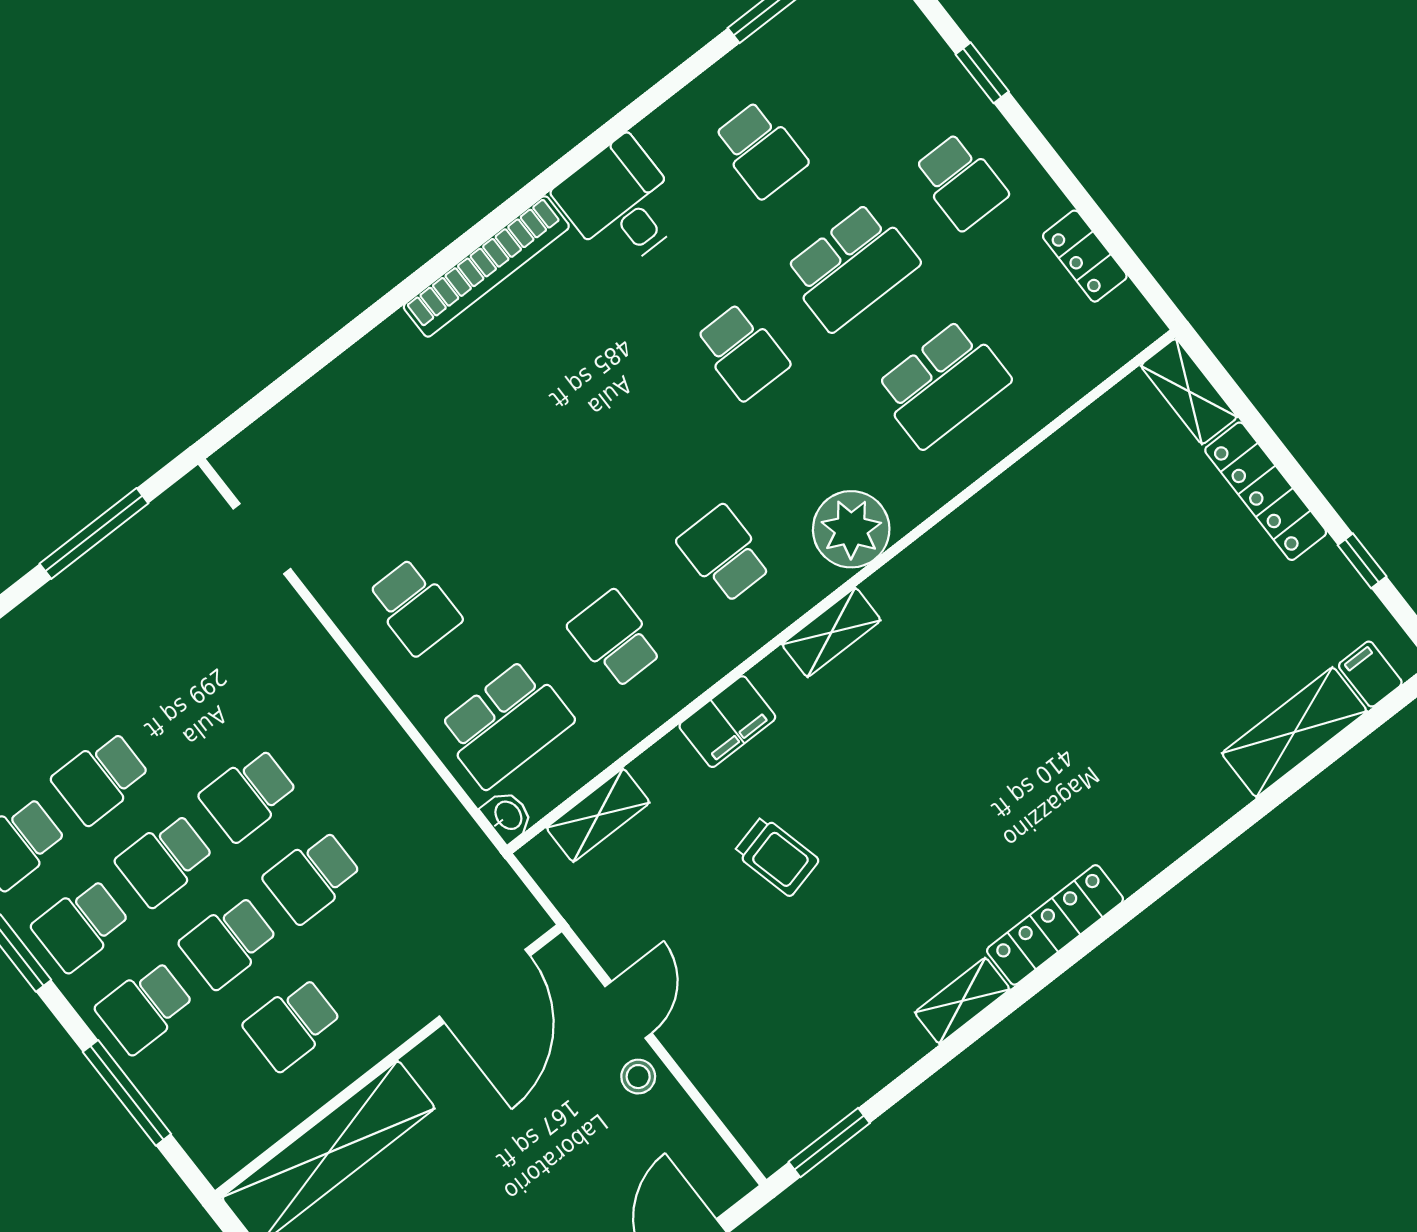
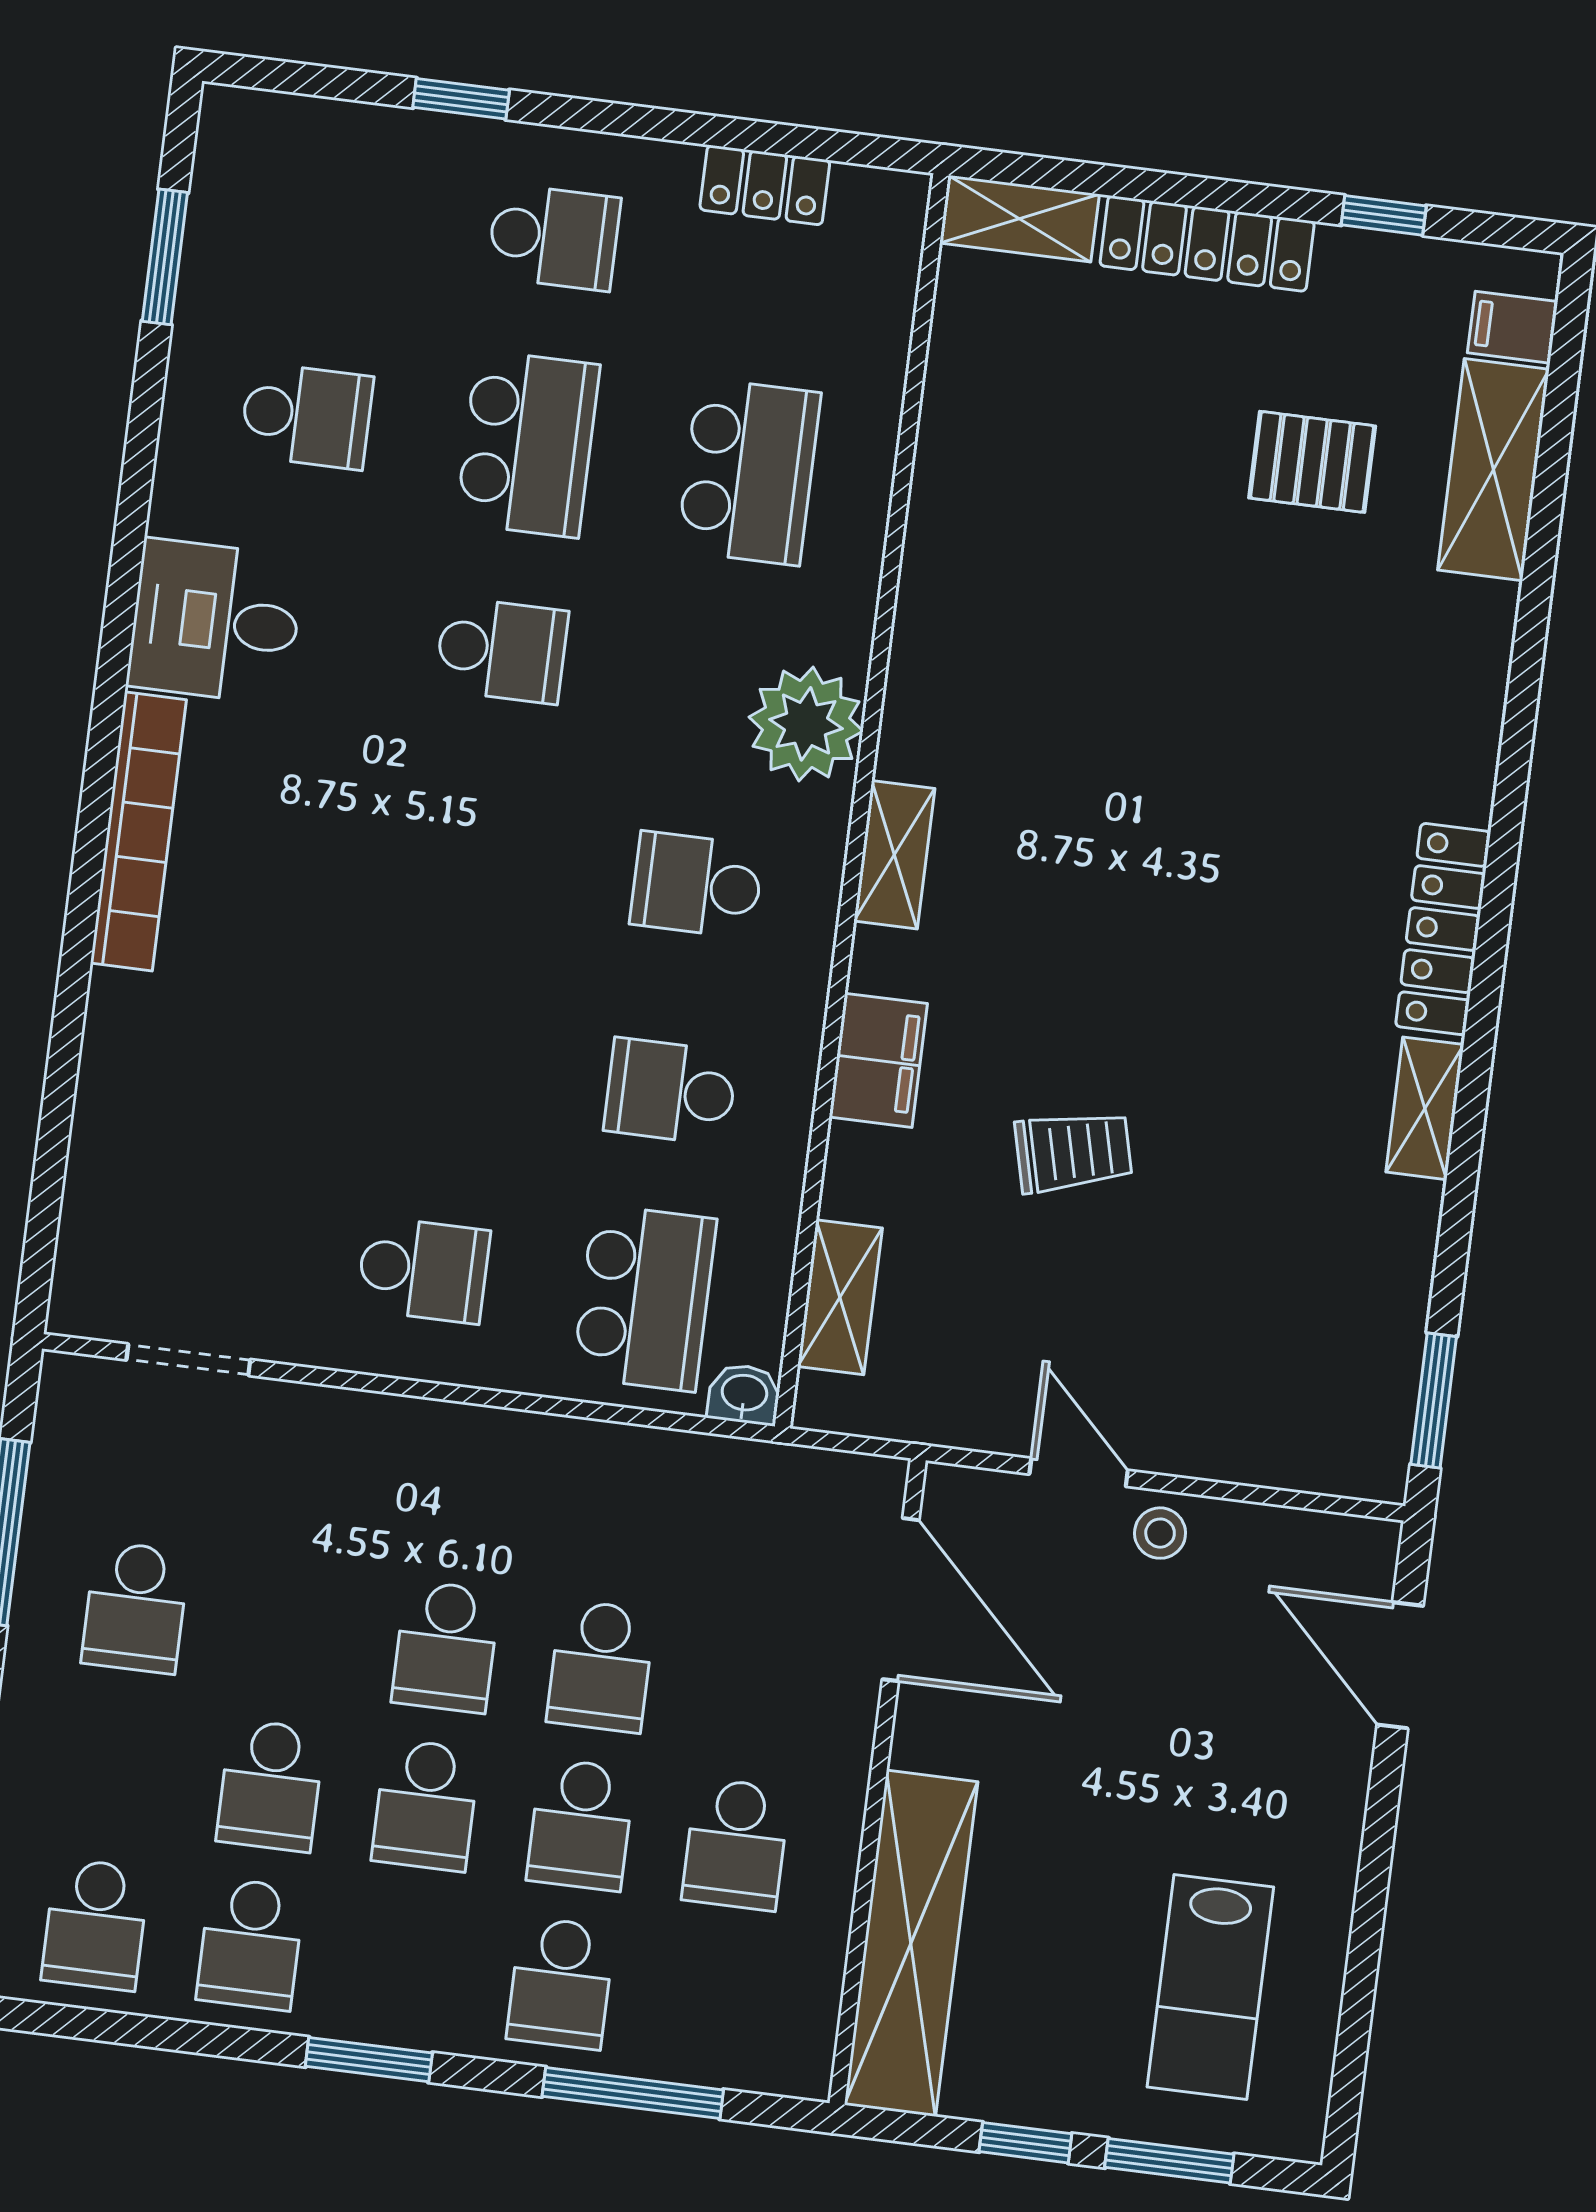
pallet: (1213, 643) -> (1312, 462), added
school desk: (81, 925) -> (135, 1607), moved

